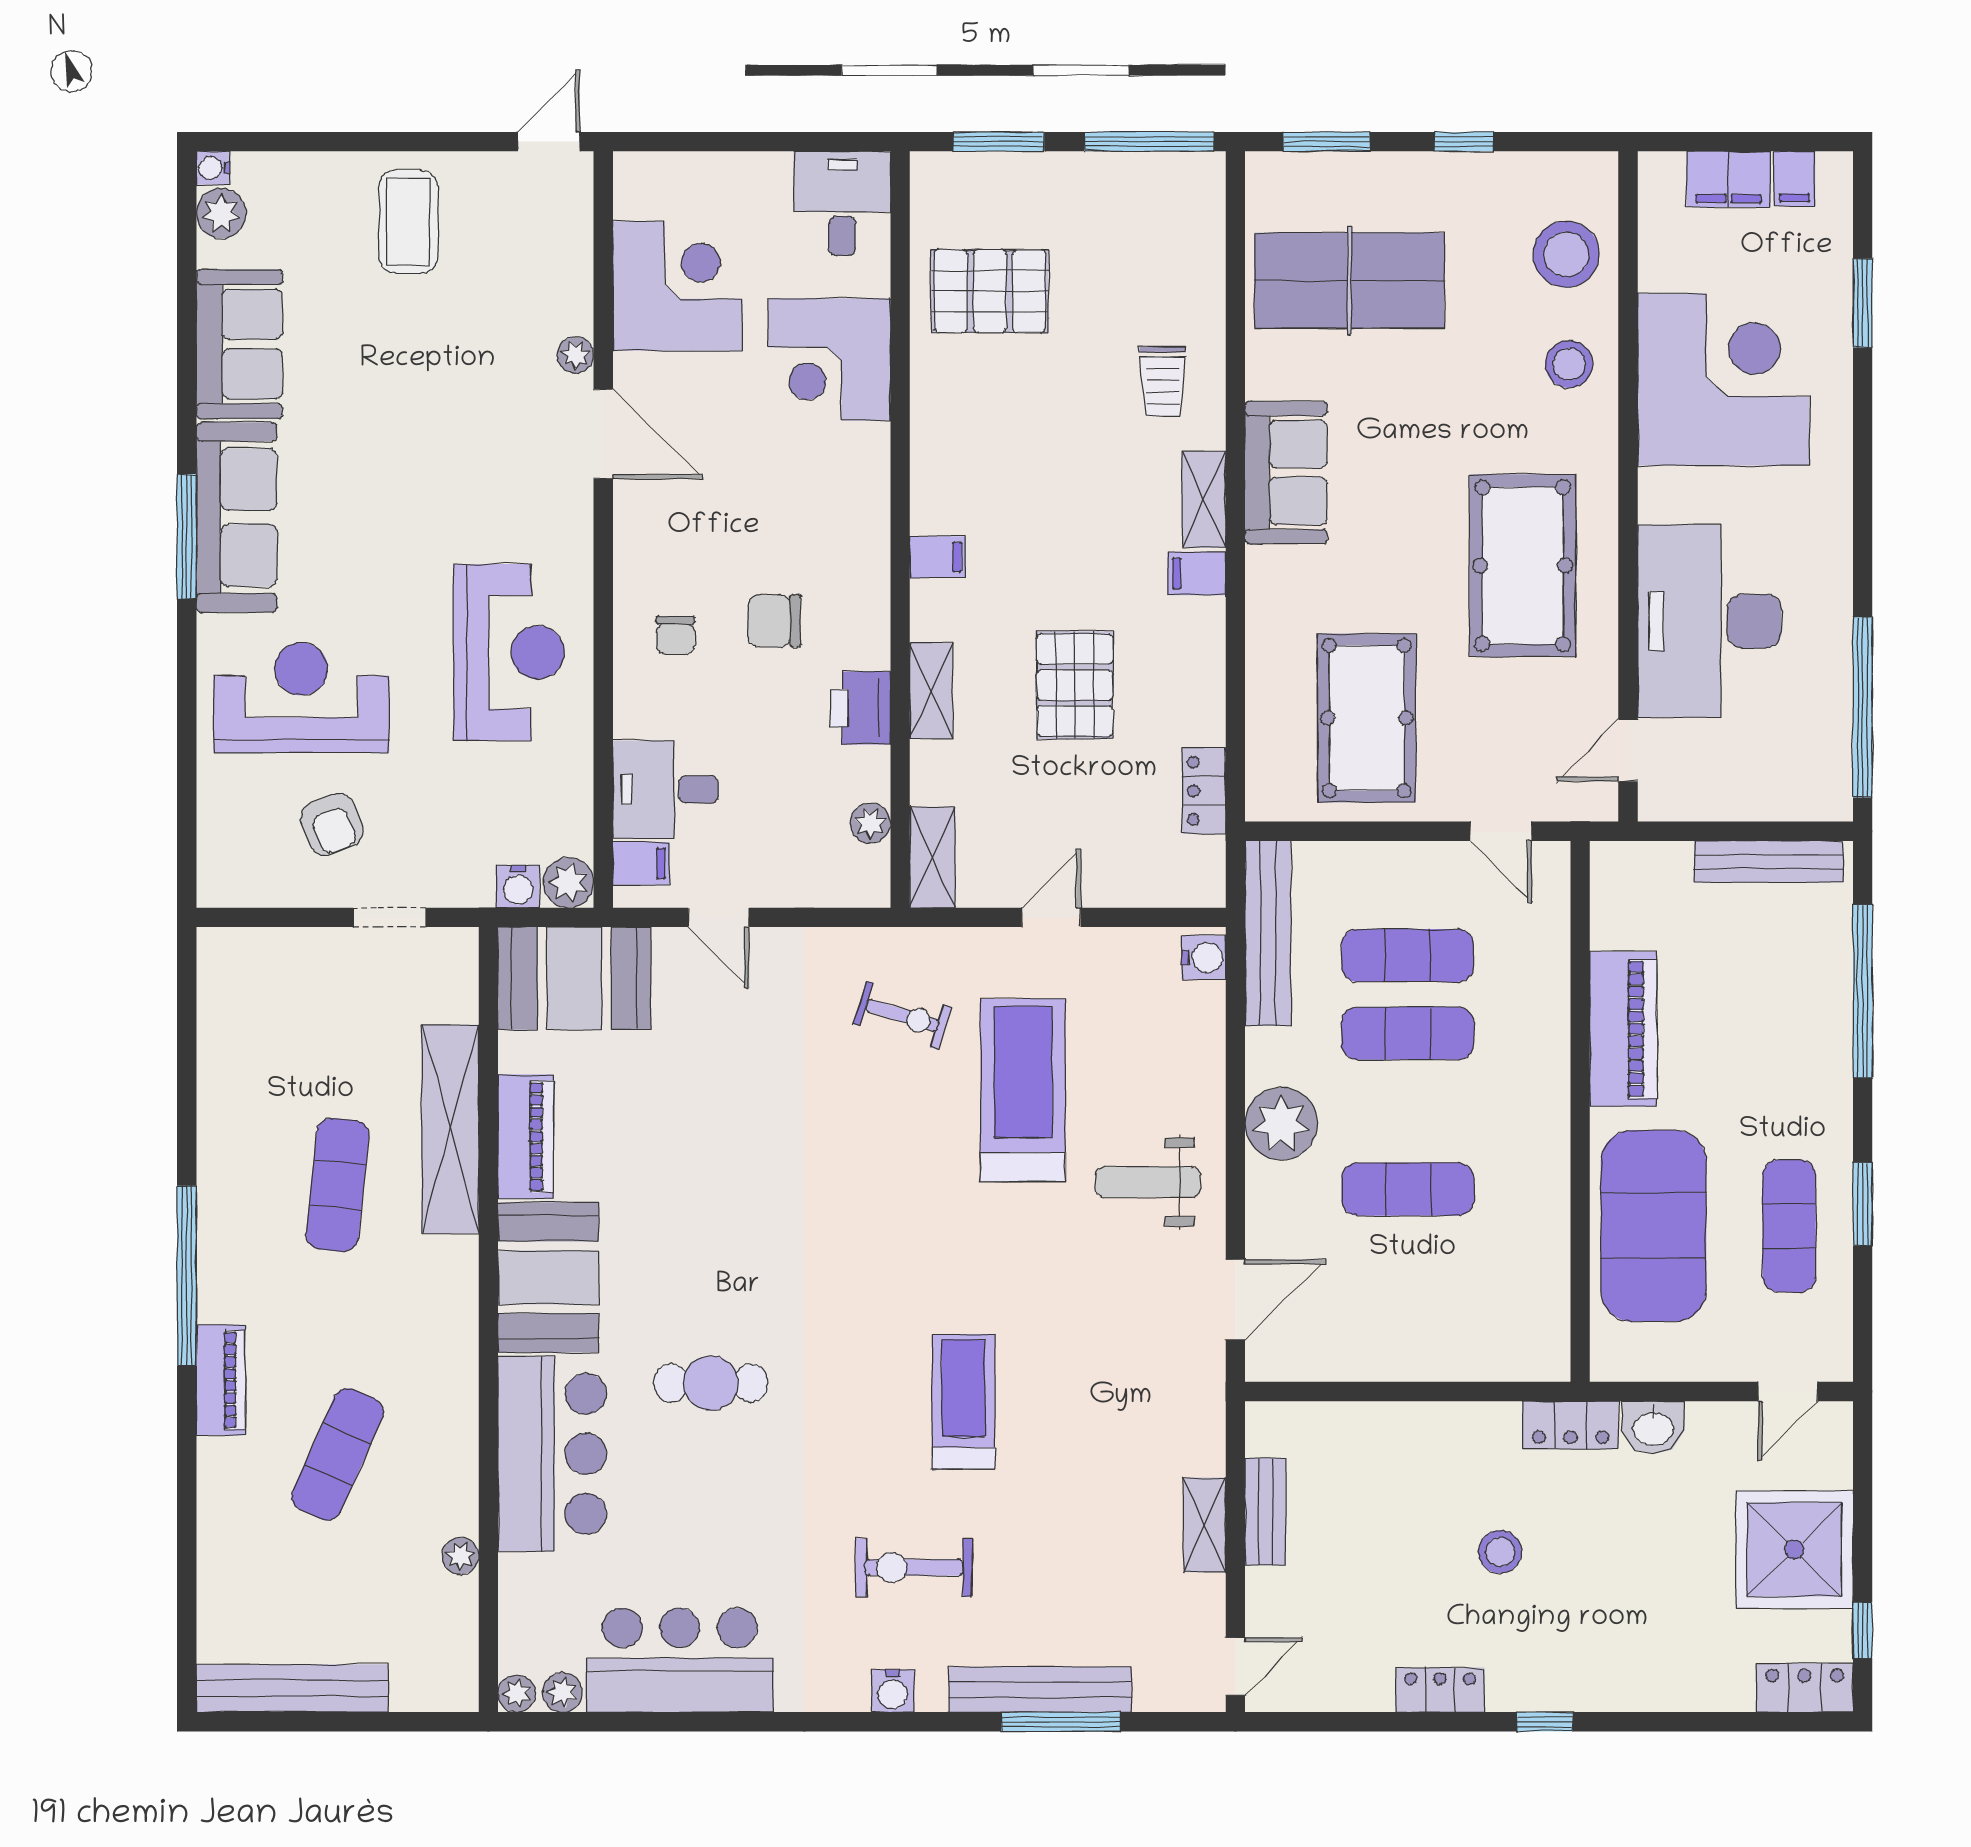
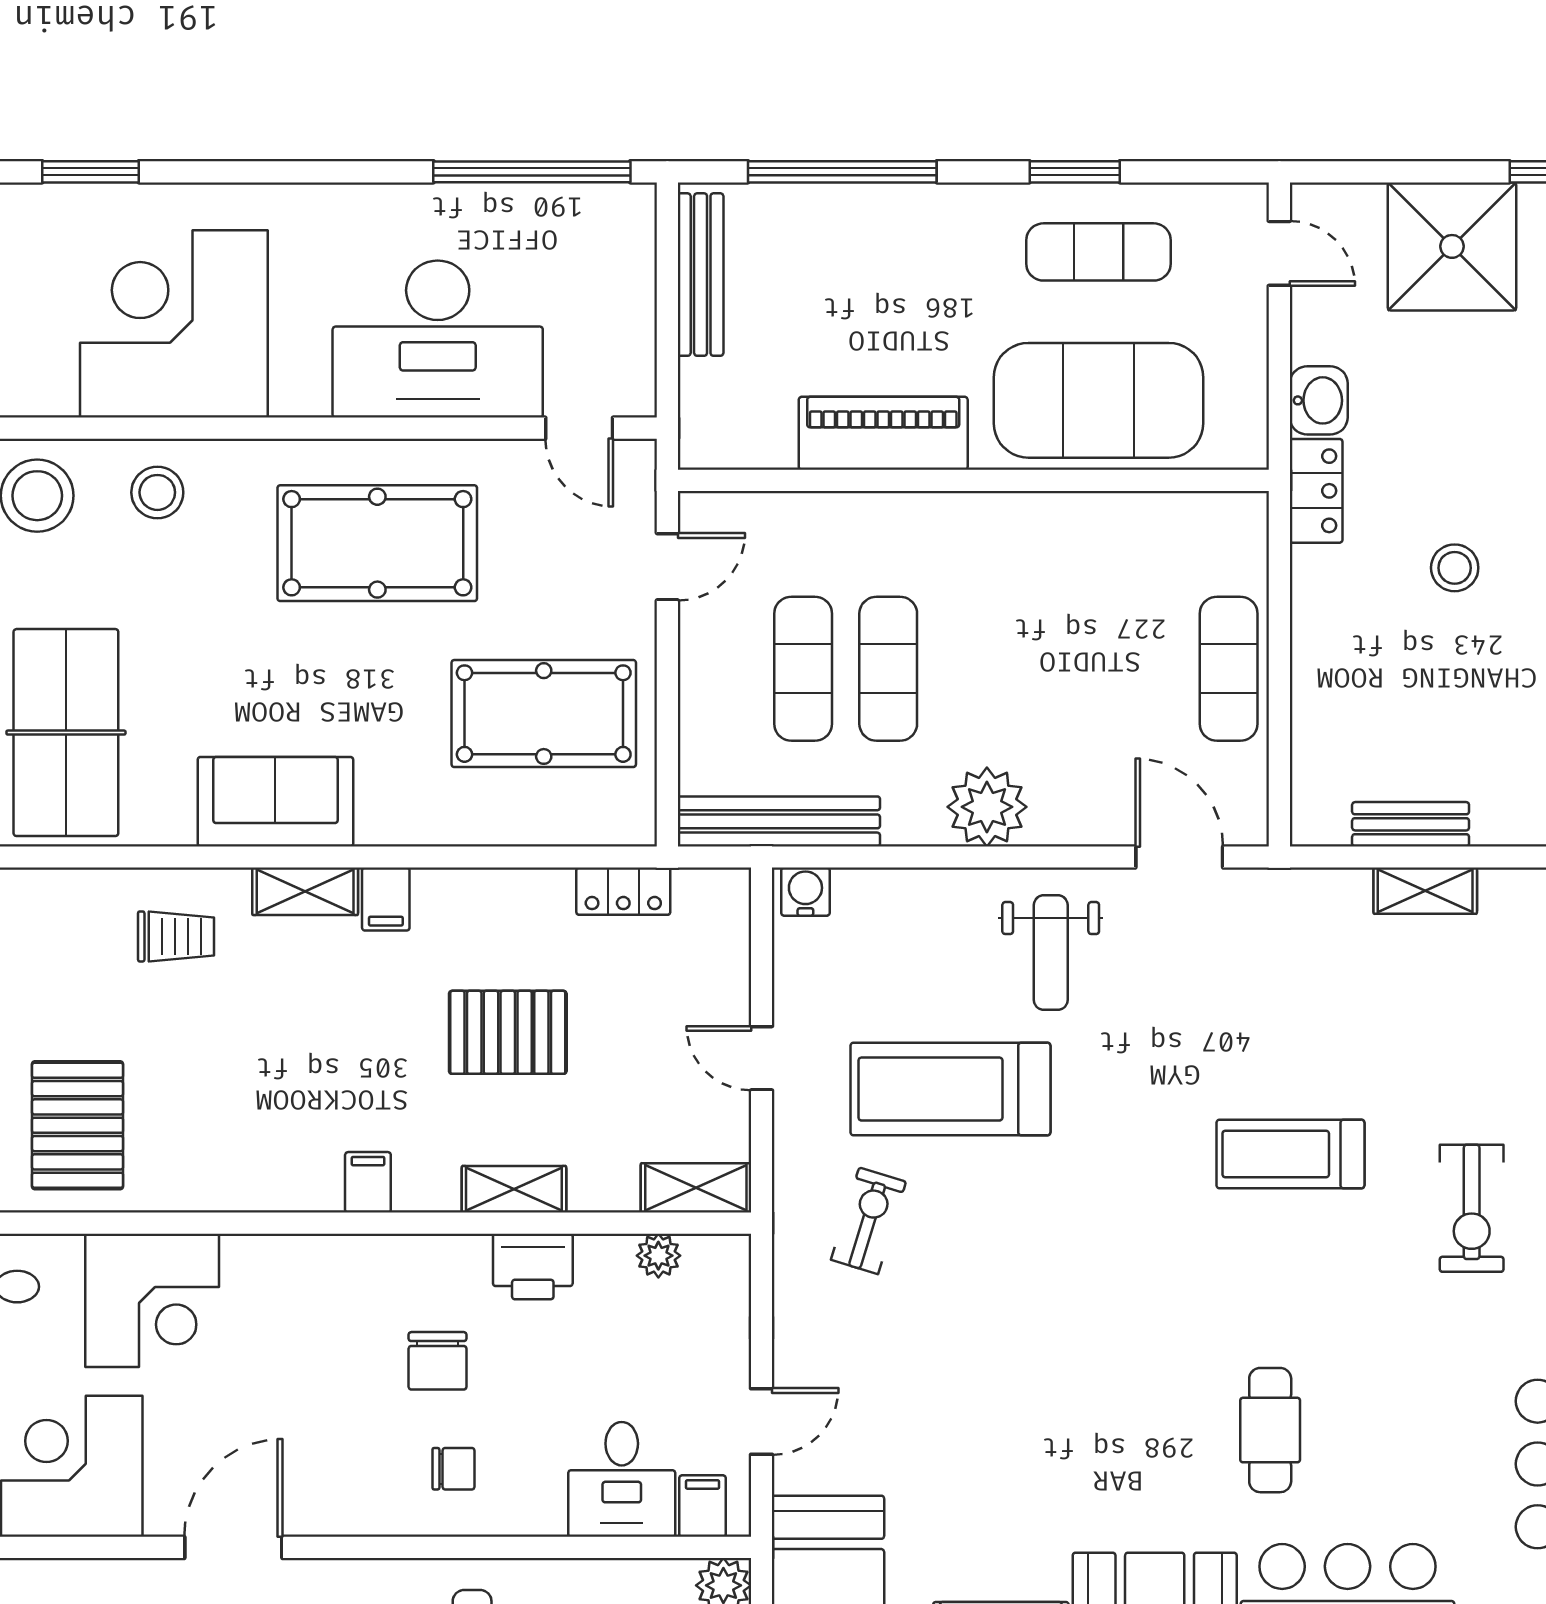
plant: (575, 355) -> (147, 1578), removed
exercise mat: (1408, 1189) -> (1229, 669), moved

